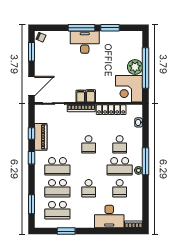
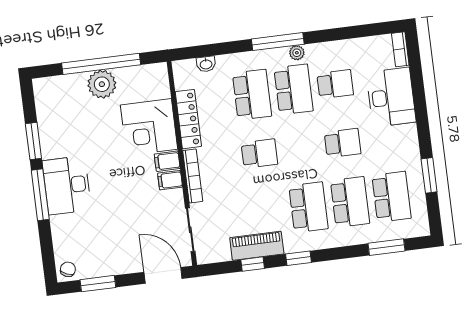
corner desk: (129, 89) -> (149, 127), moved, turned 90
school desk: (120, 144) -> (252, 95), width x1.85

